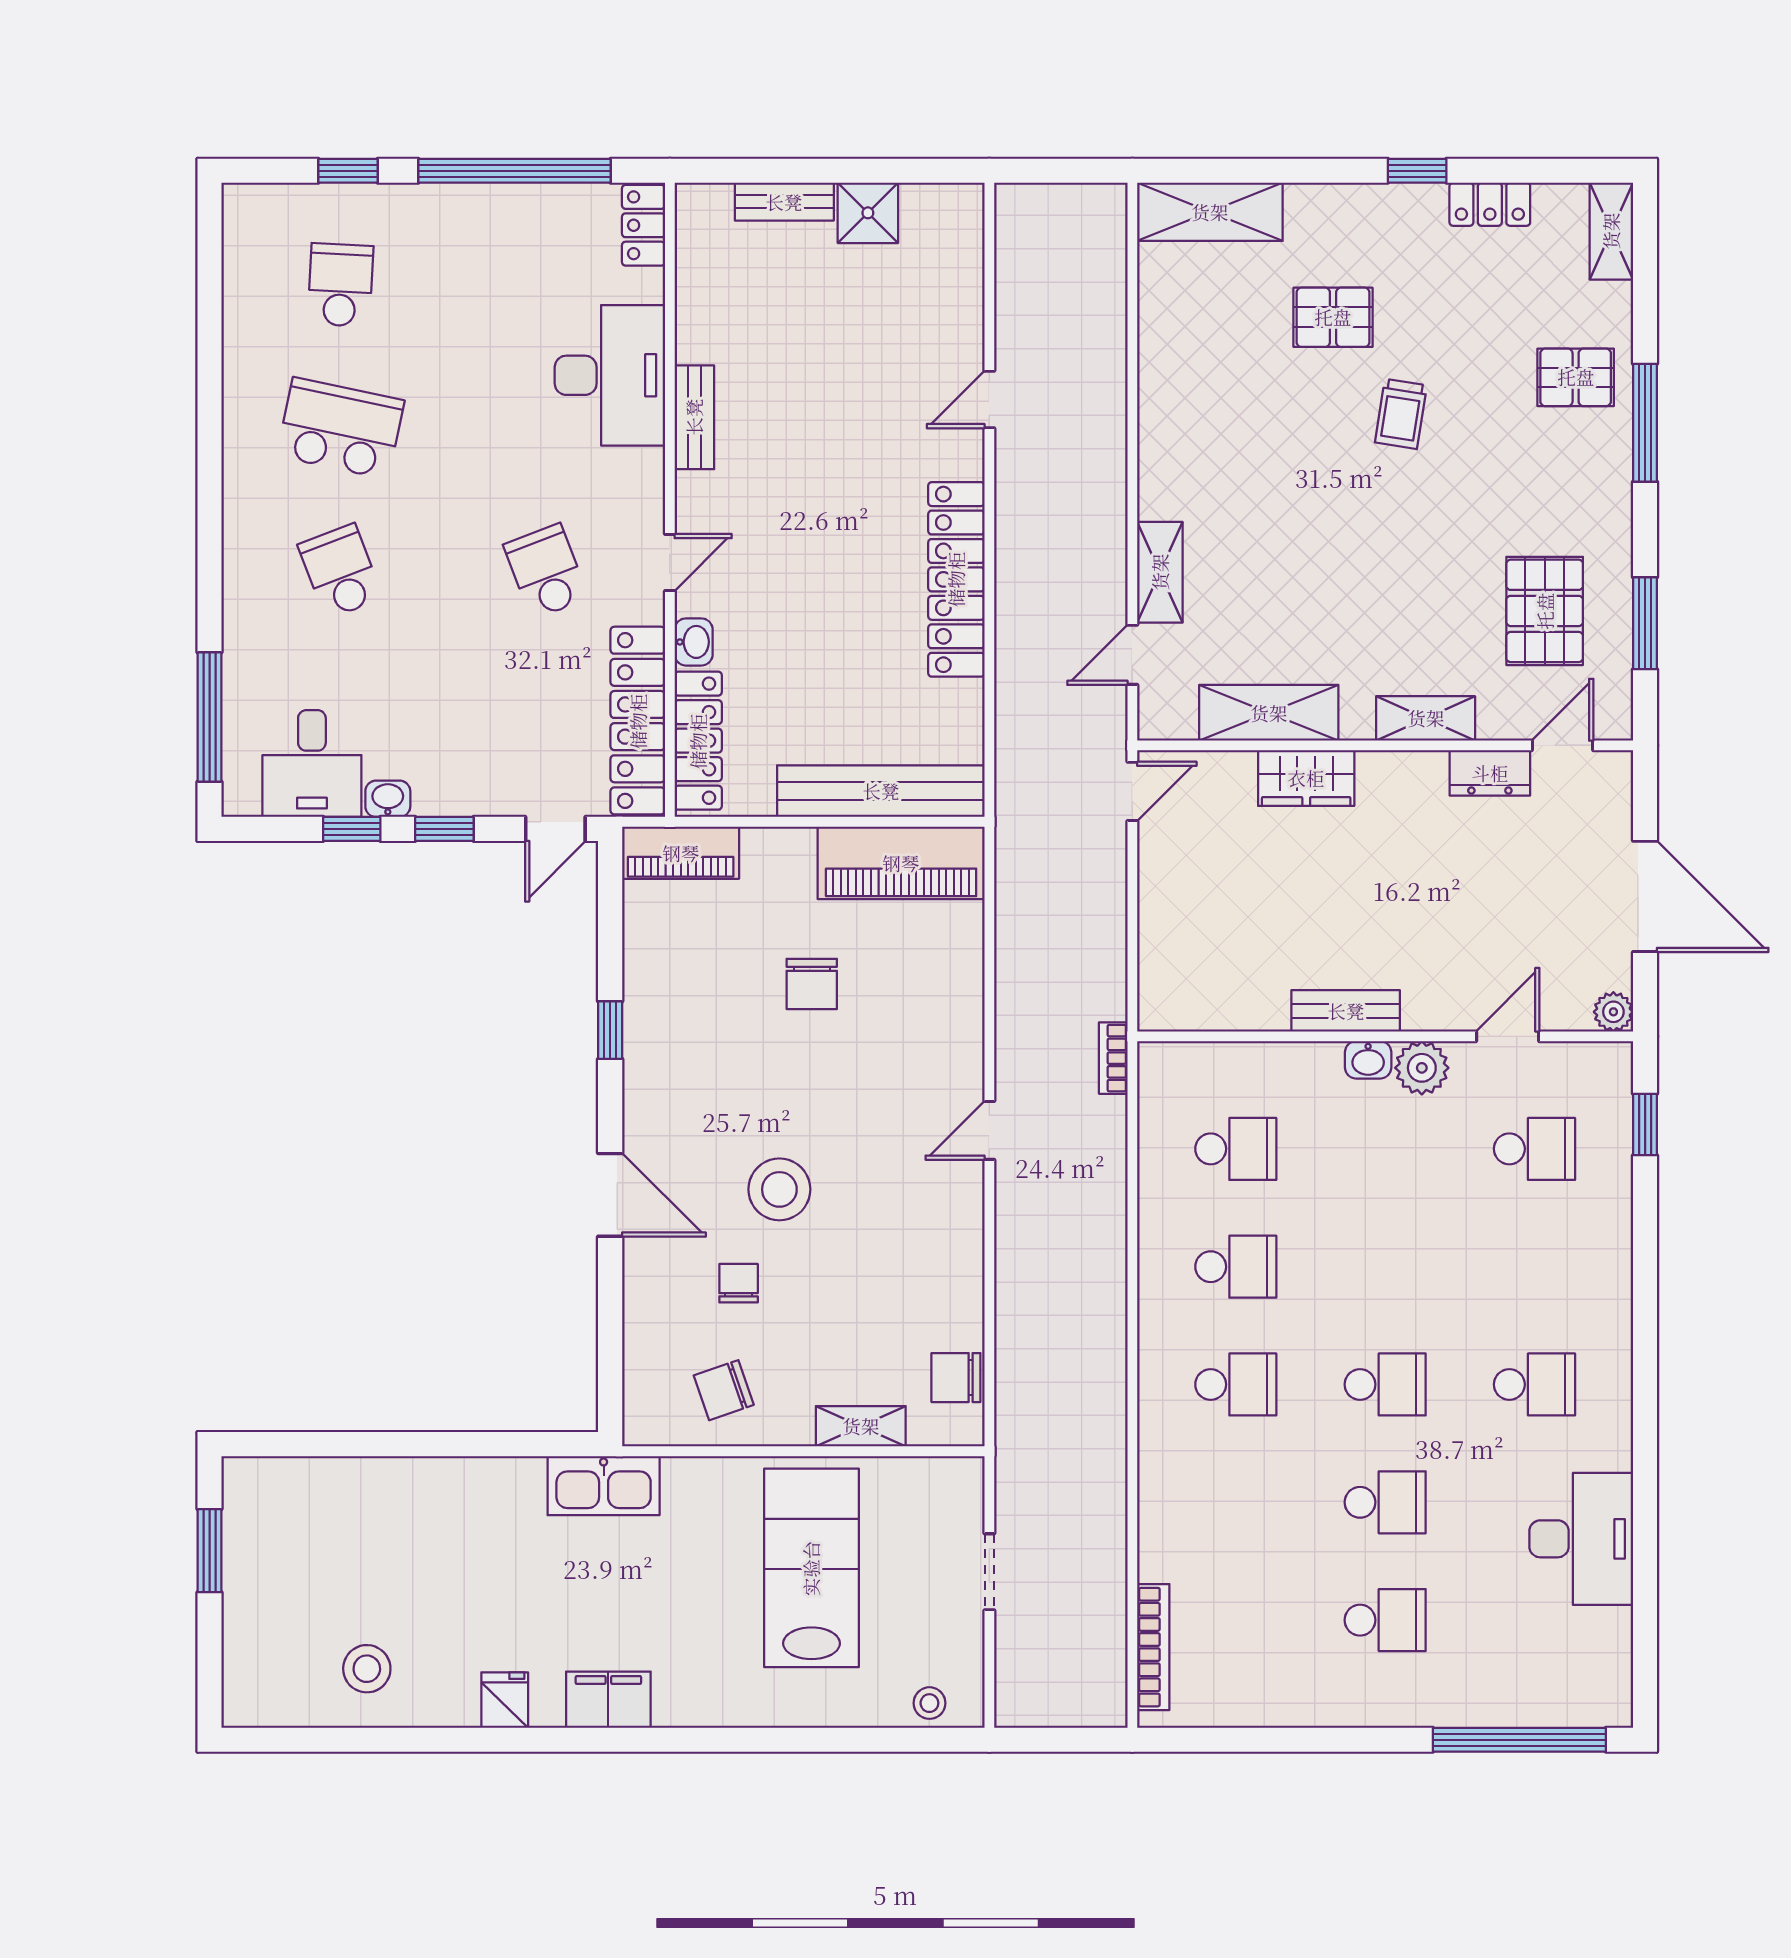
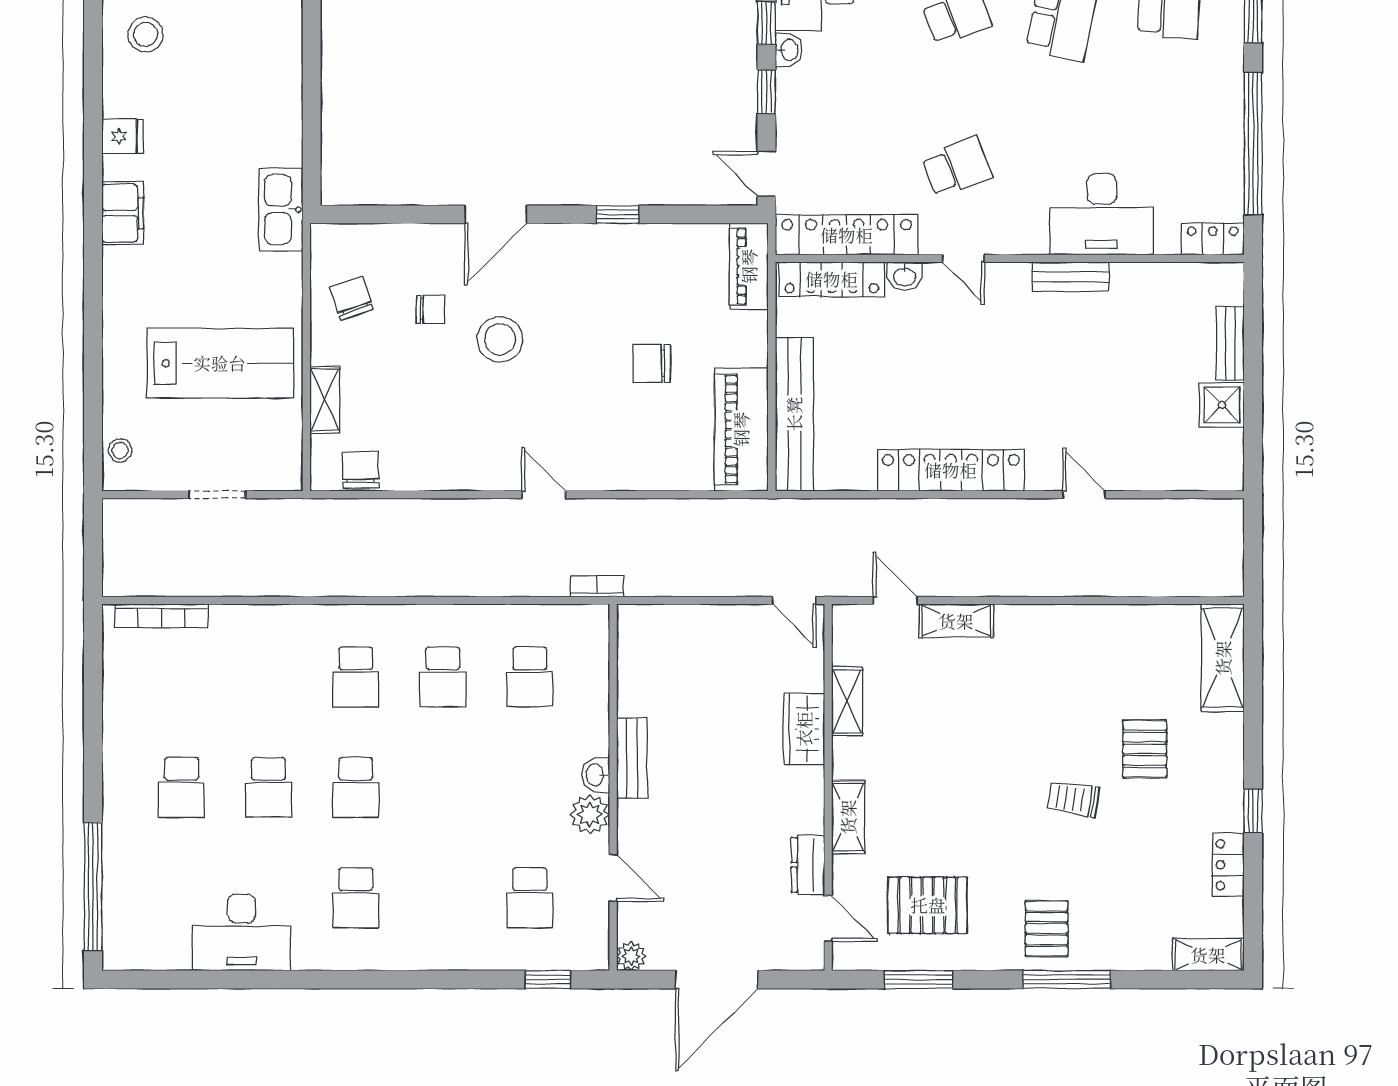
pallet: (1576, 377) -> (1047, 928), moved
shelving: (1269, 713) -> (847, 701), width x0.67, depth x0.75

